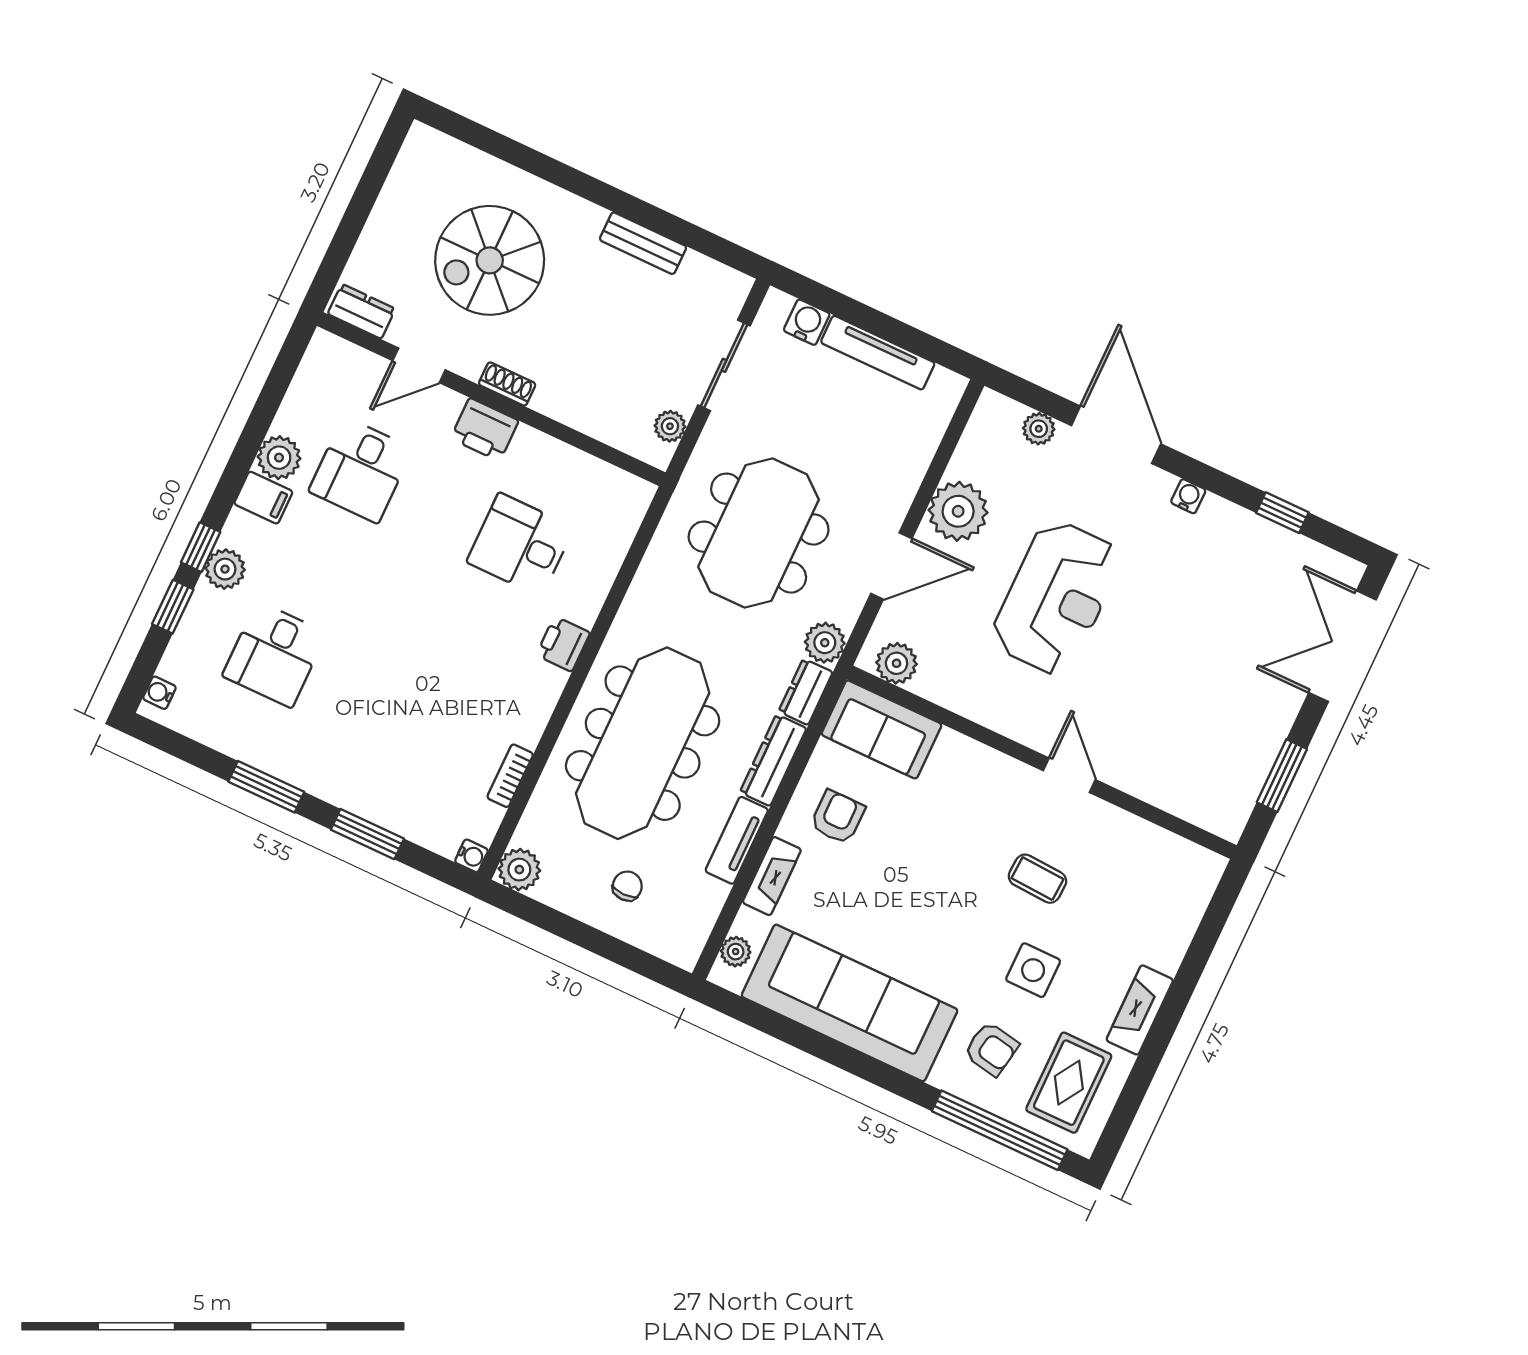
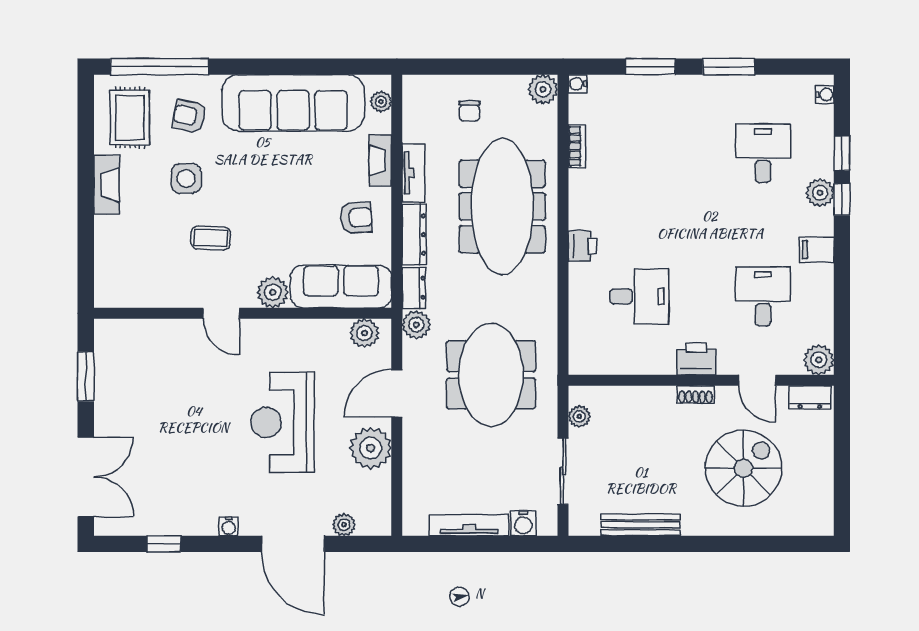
bench: (643, 243) -> (640, 525), width x1.36
door: (419, 365) -> (757, 380), swing flipped
plant: (279, 458) -> (819, 360), moved
sofa: (881, 729) -> (341, 286), width x1.36
plant: (990, 771) -> (273, 292), added
armchair: (838, 817) -> (356, 218), turned -93

